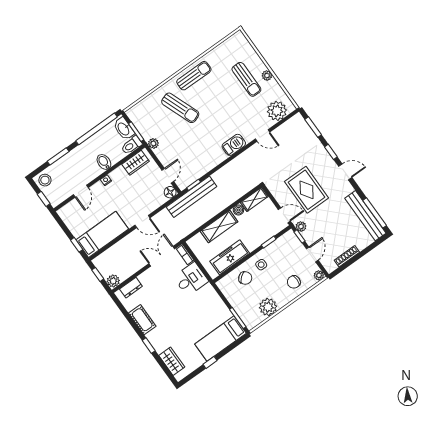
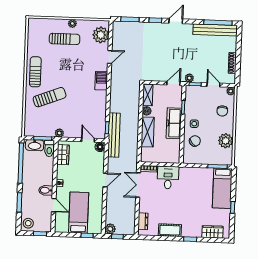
bidet: (104, 162) -> (46, 190), moved
rug: (307, 190) -> (168, 56), removed
bed: (102, 234) -> (79, 213), moved
freezer: (230, 257) -> (174, 123), moved
plant: (113, 281) -> (110, 229), moved

